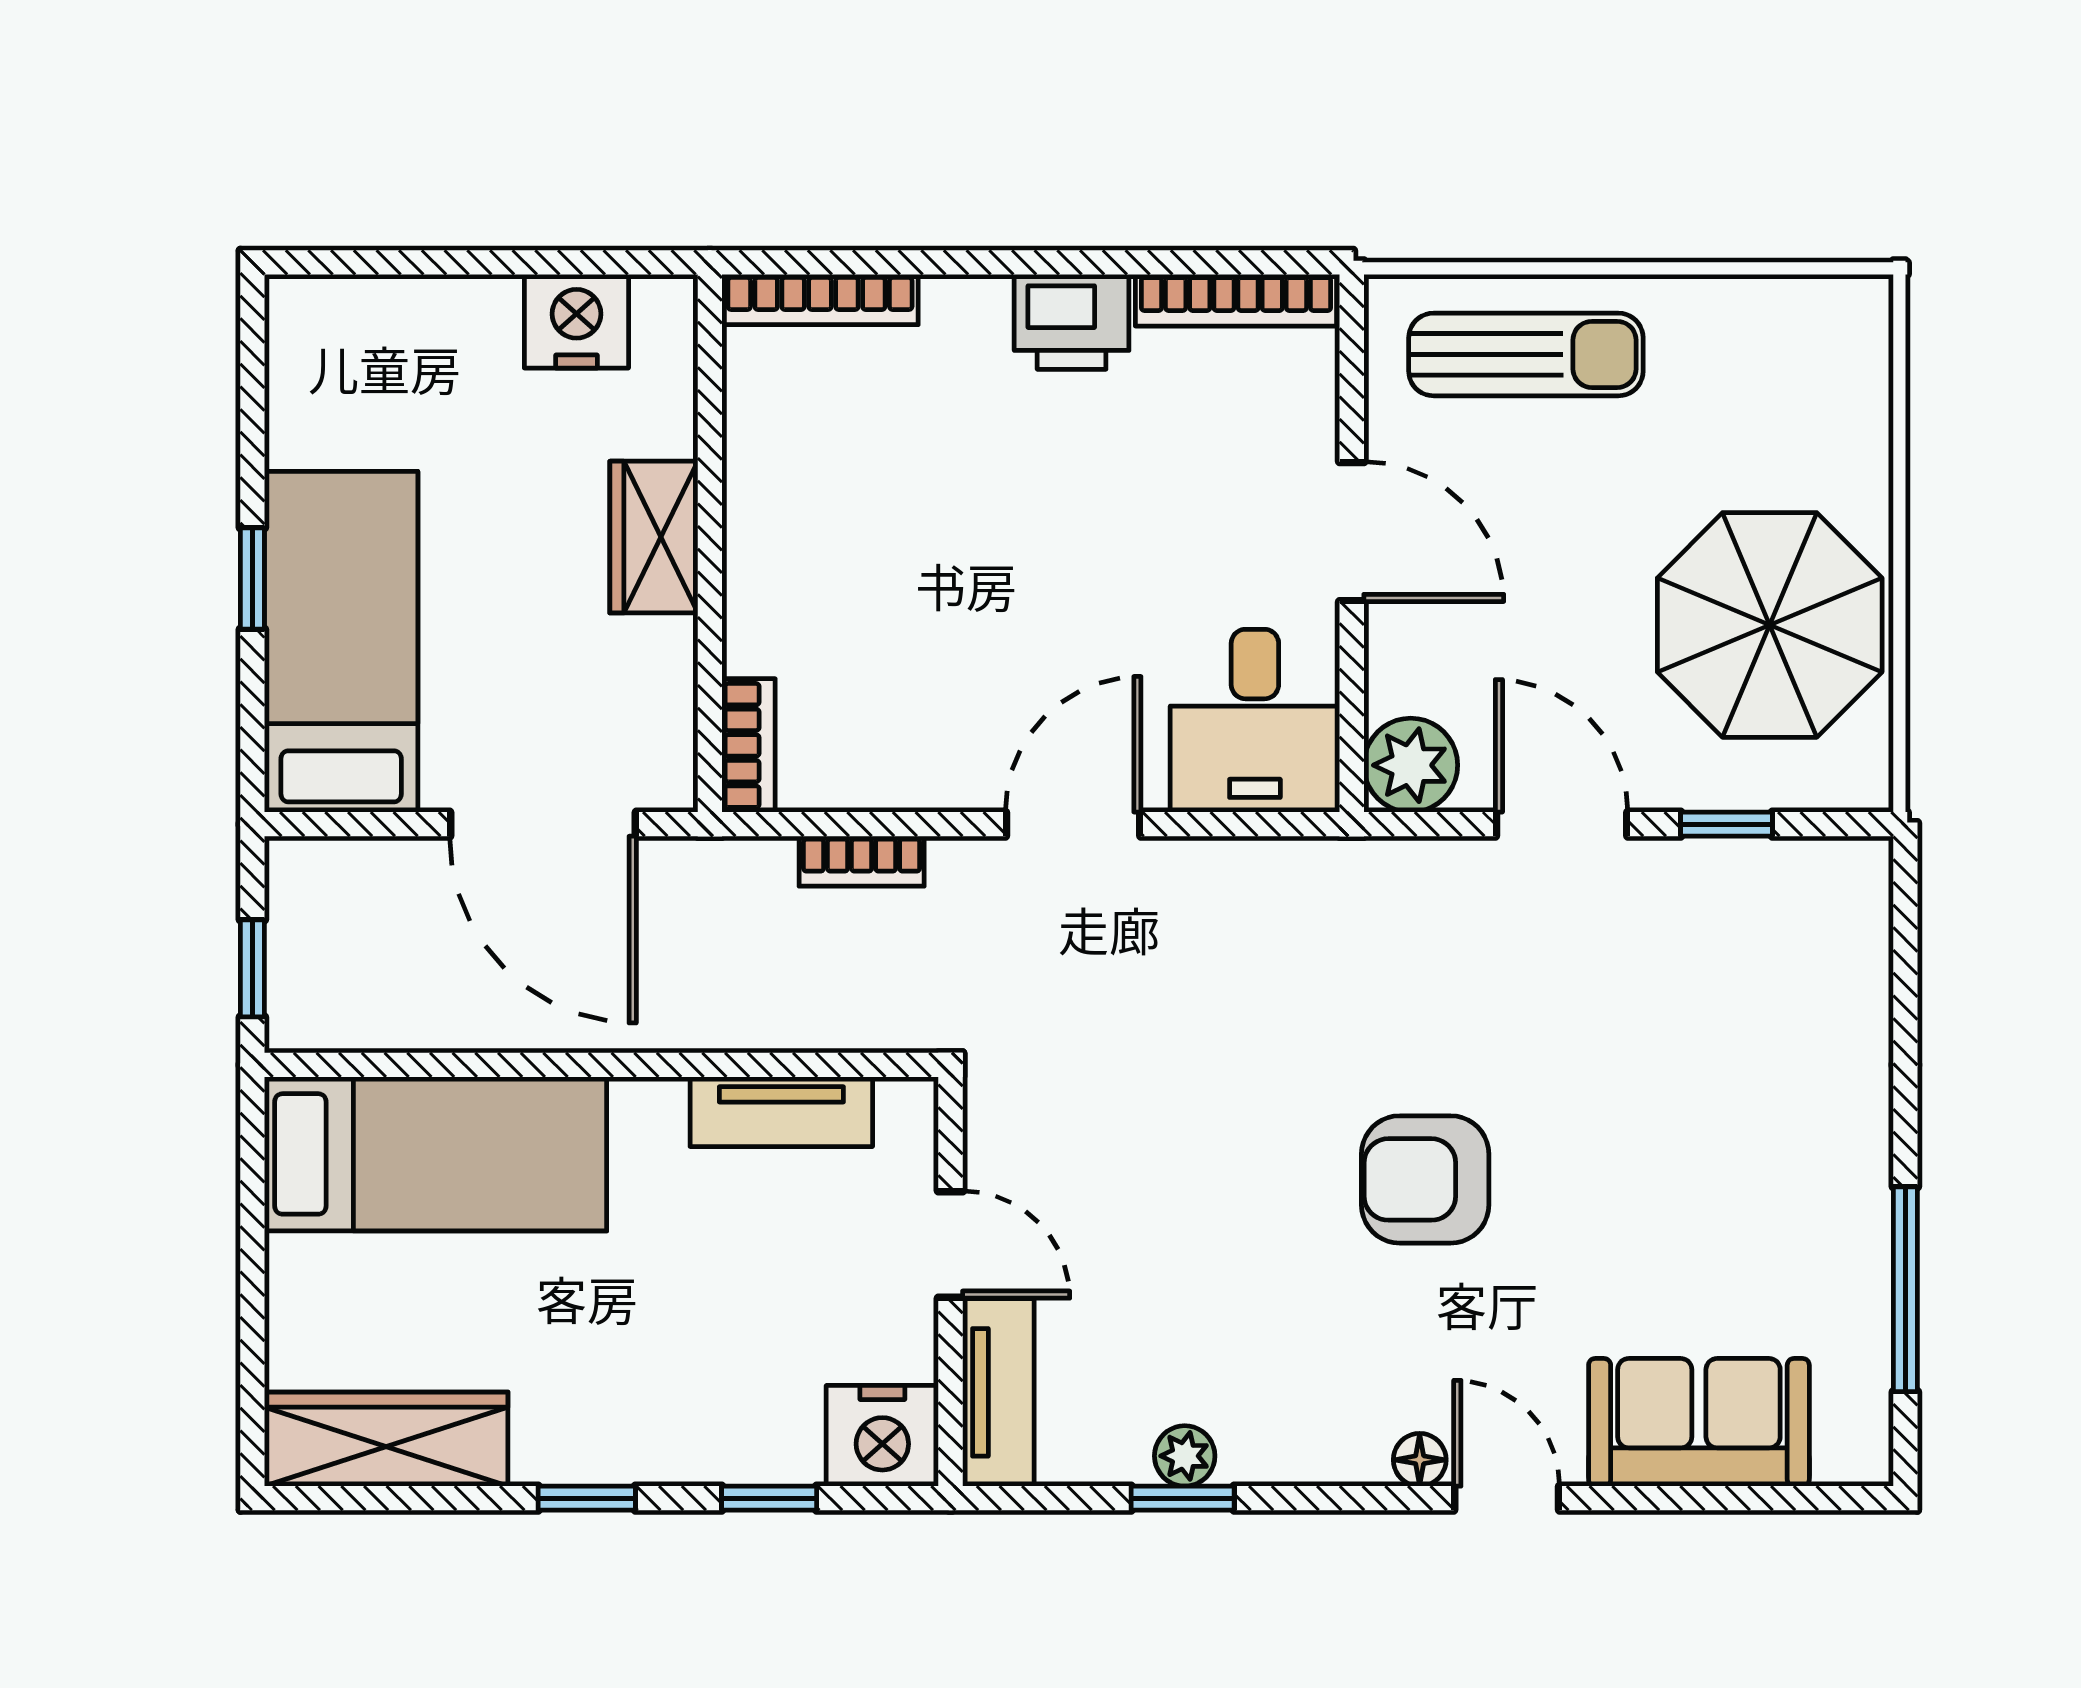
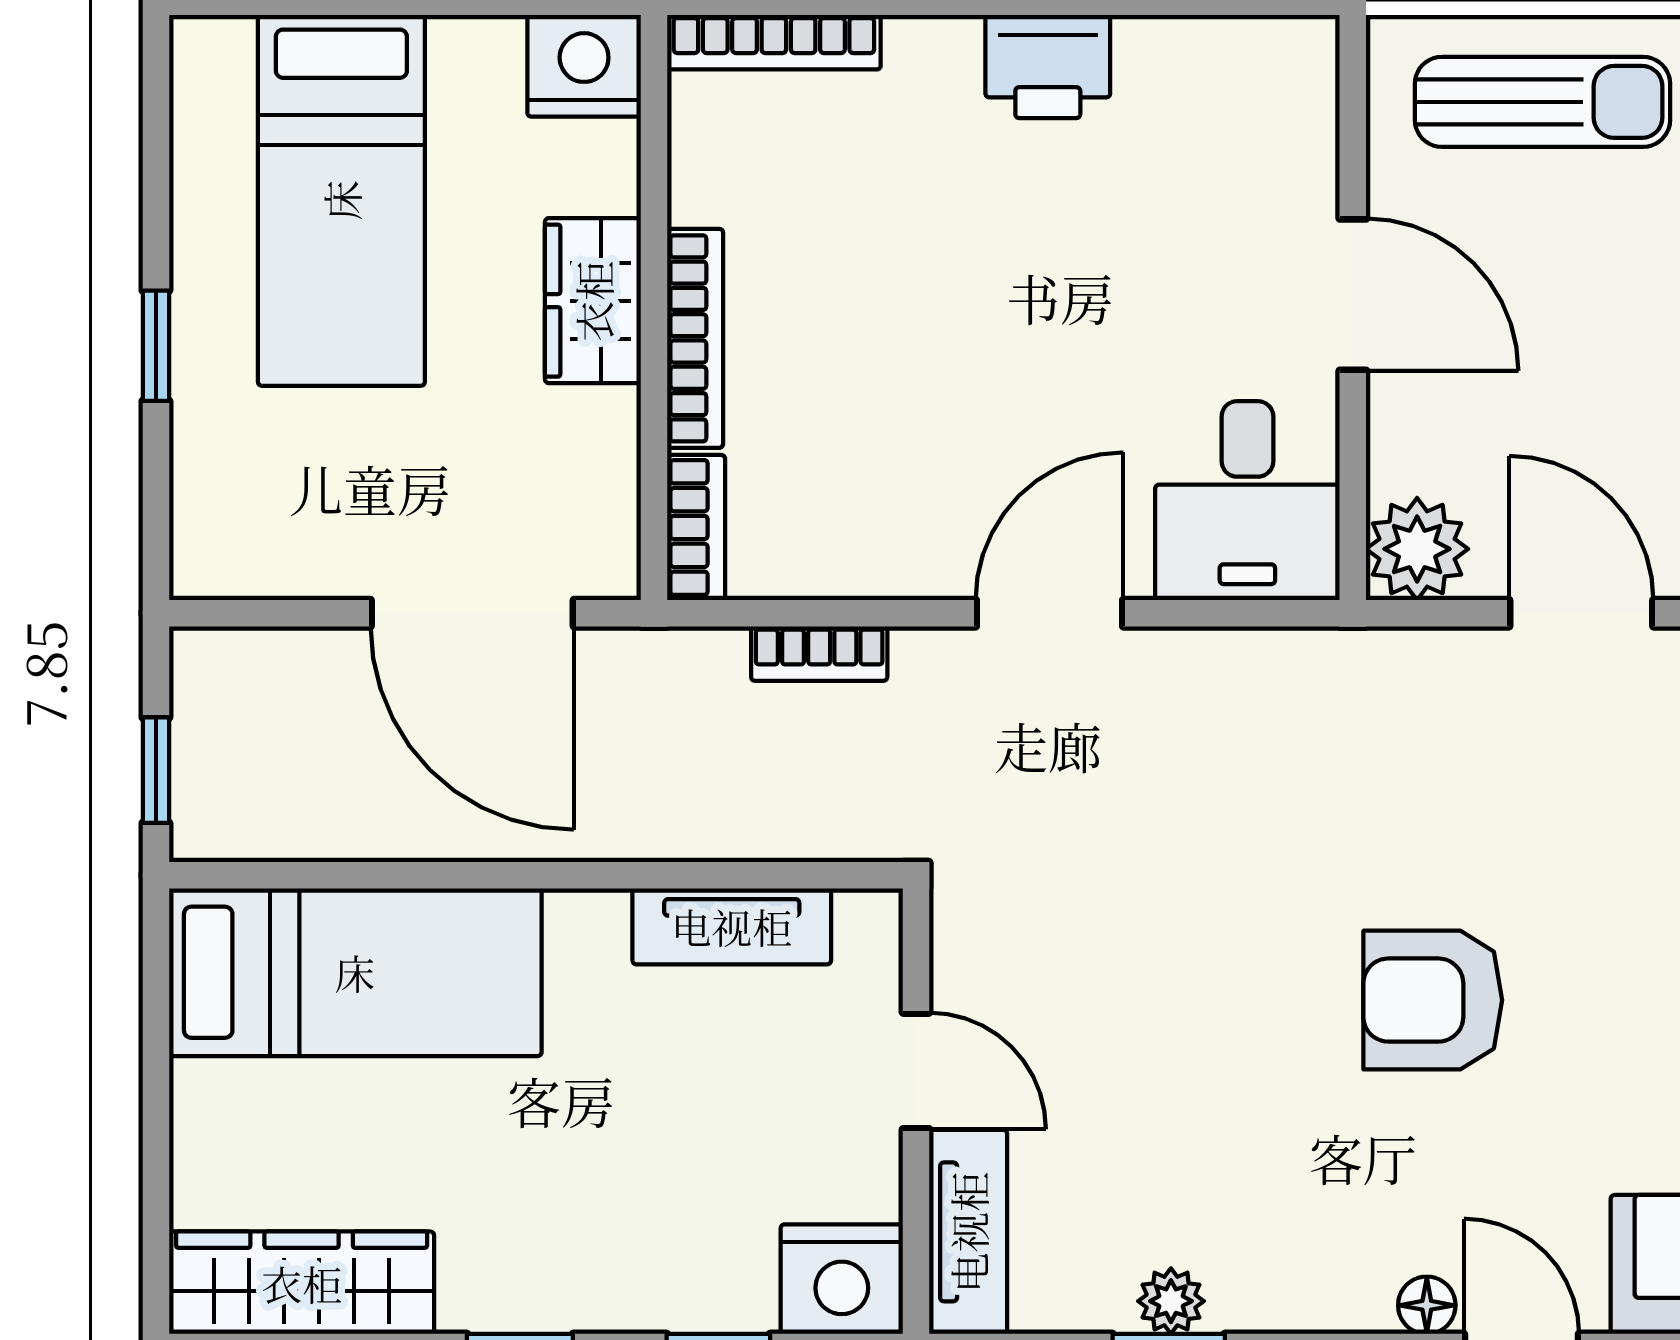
bookcase: (1236, 300) -> (695, 338), moved, turned -90
nightstand: (576, 321) -> (584, 66), moved
bed: (341, 642) -> (341, 200), moved, turned 180

